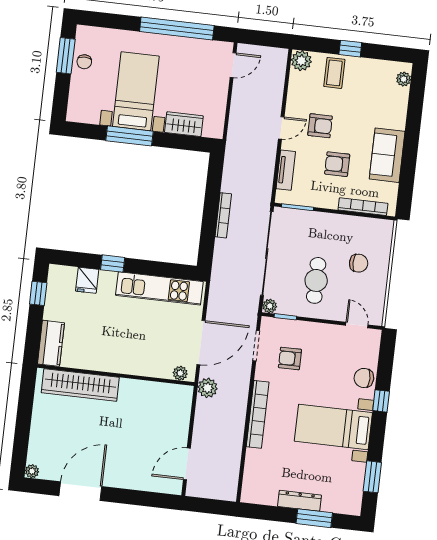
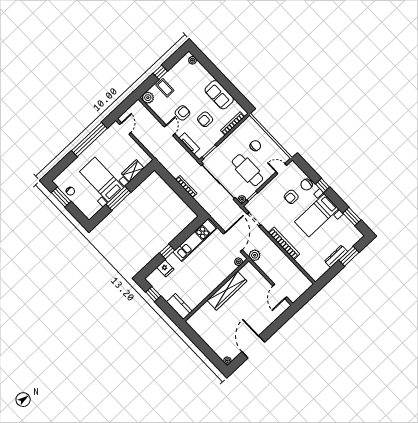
cafe table: (316, 280) -> (247, 170), width x1.37, depth x1.35
armchair: (290, 358) -> (291, 197), moved
wardrobe: (80, 385) -> (227, 291), moved

